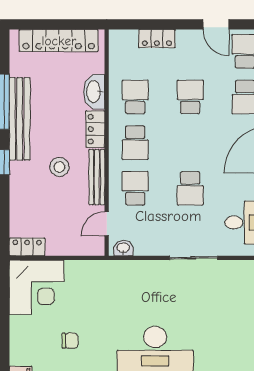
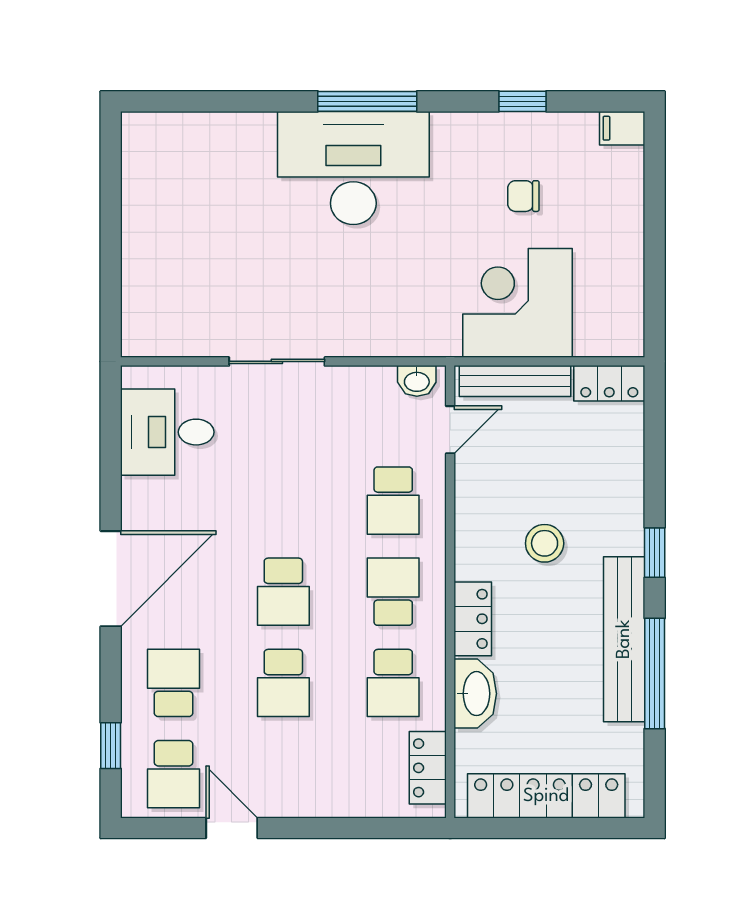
locker: (157, 39) -> (428, 768), moved, turned -90
bench: (97, 177) -> (515, 381), moved, turned 90
school desk: (190, 188) -> (283, 592), moved, turned 180
corner desk: (37, 287) -> (517, 303), moved

